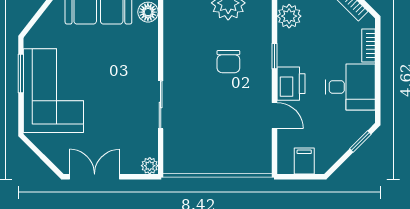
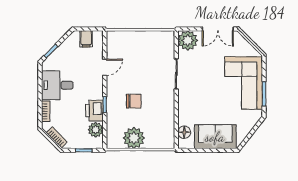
chair: (228, 62) -> (134, 101), turned 90
printer: (291, 84) -> (94, 111), moved
door: (275, 116) -> (105, 67), swing flipped
plant: (150, 166) -> (188, 40), width x1.87, depth x1.87

